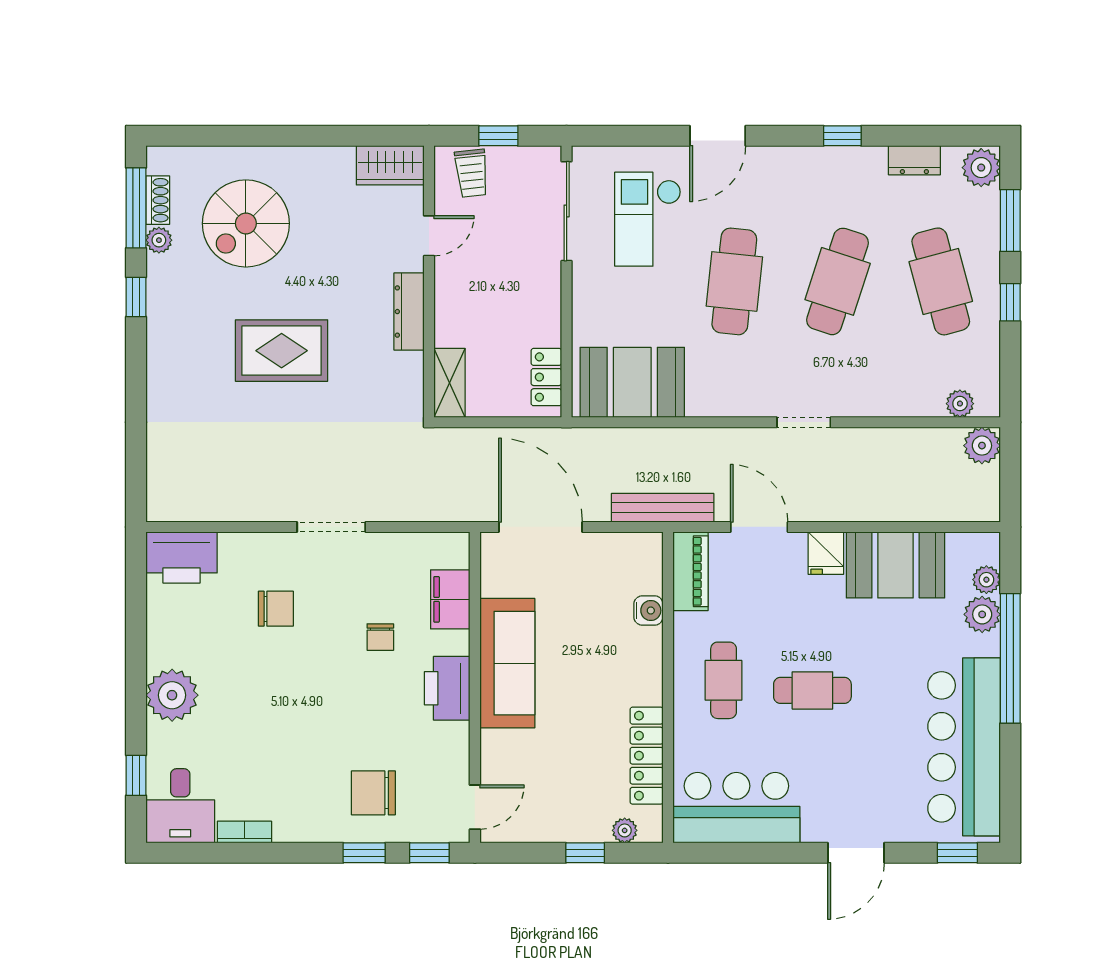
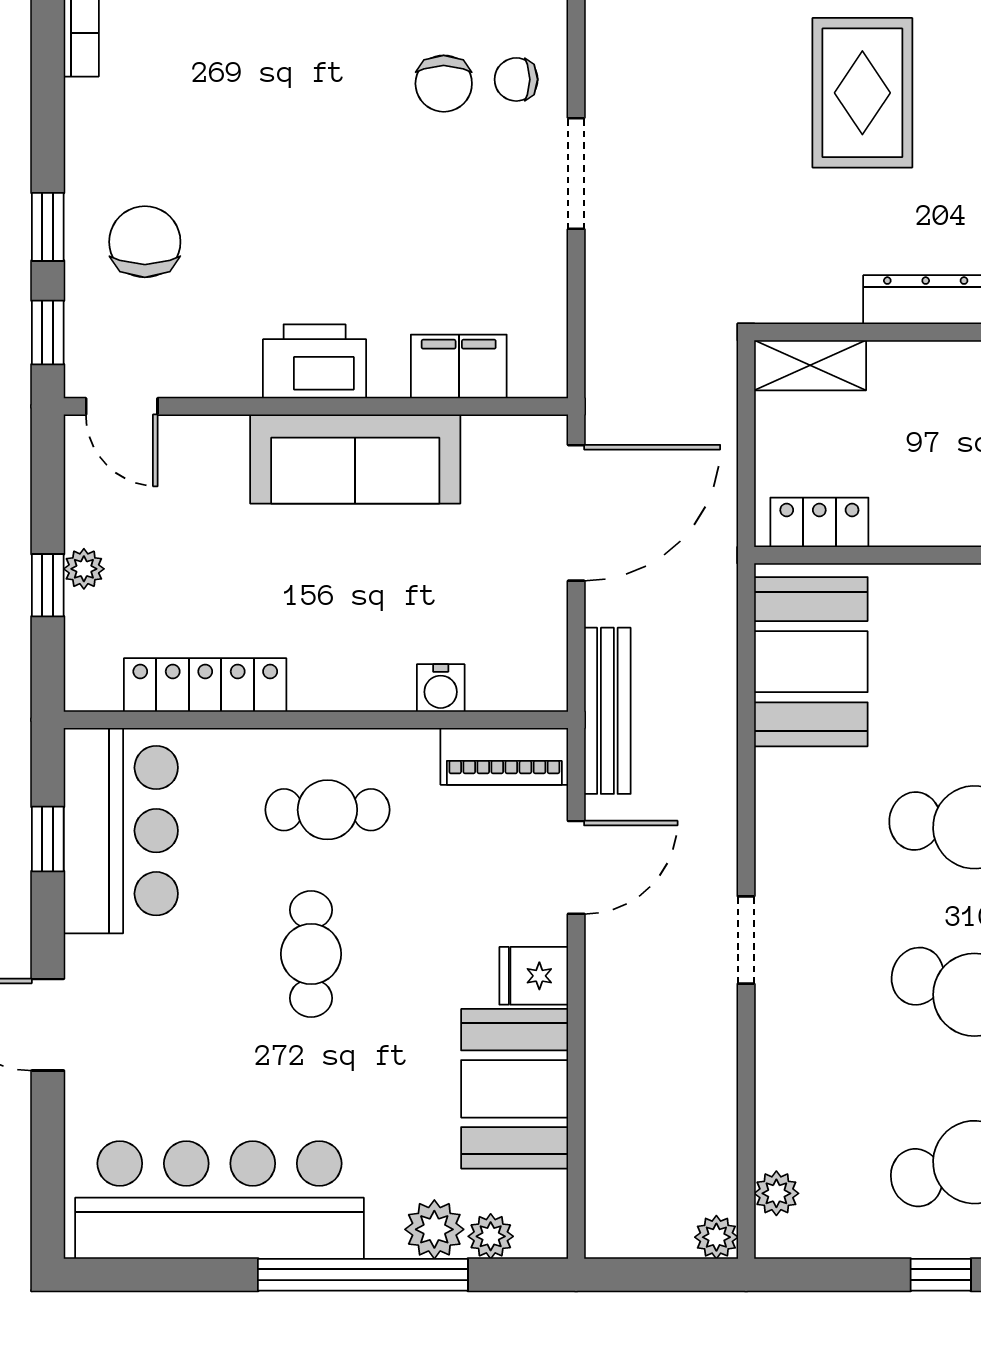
plant: (982, 446) -> (716, 1237), width x0.73, depth x0.73
chair: (380, 637) -> (516, 79), moved
plant: (625, 830) -> (84, 569), moved
window: (957, 853) -> (48, 839), moved

